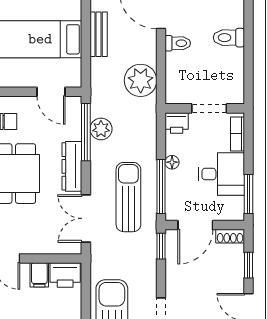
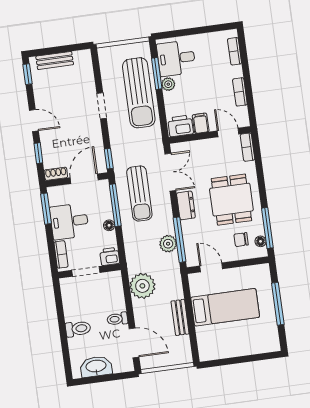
dresser: (72, 166) -> (186, 205), width x0.70

